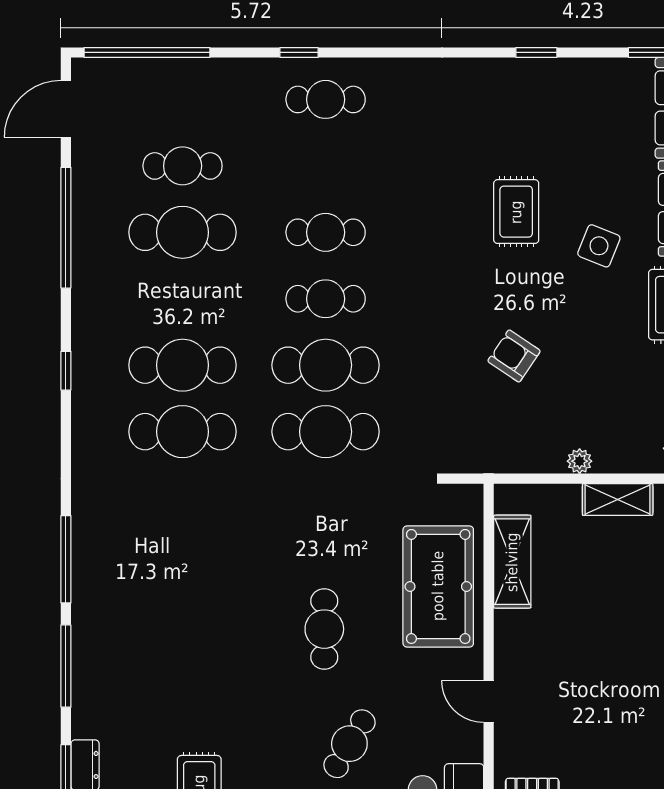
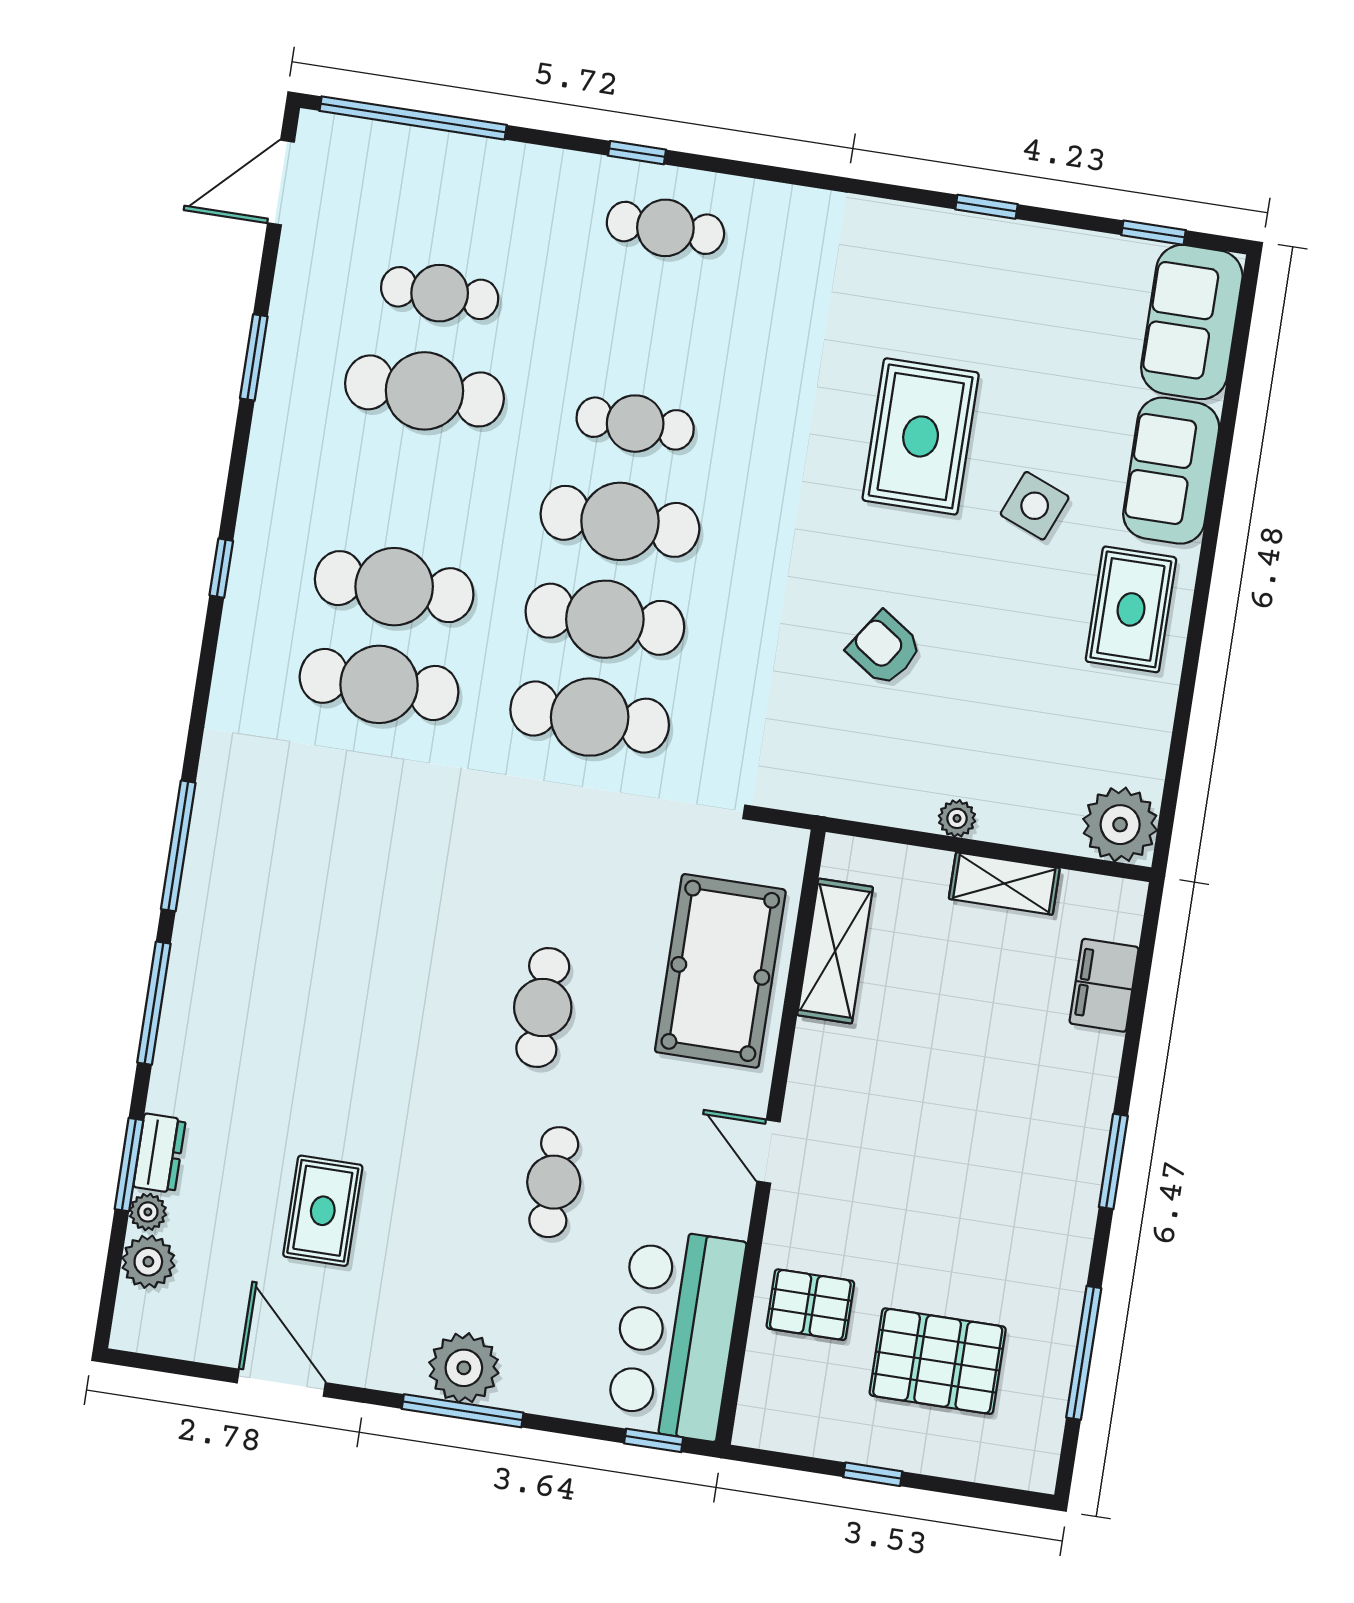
rug: (516, 212) -> (921, 436), width x1.36, depth x1.43
window: (66, 228) -> (254, 357), width x0.47
cafe table: (326, 299) -> (620, 521), width x1.37, depth x1.35
cafe table: (349, 744) -> (554, 1182), turned -31

